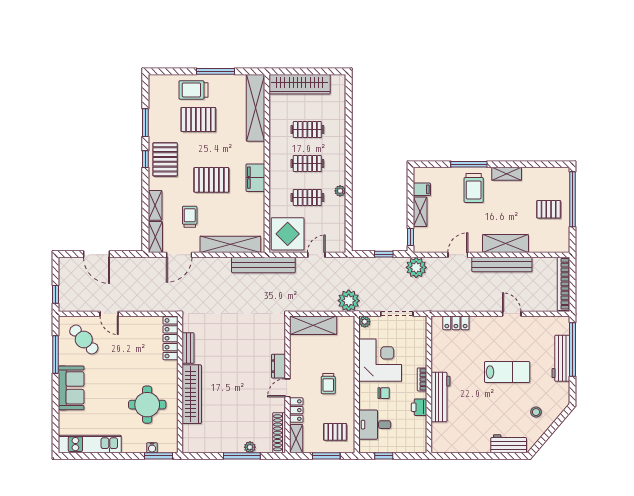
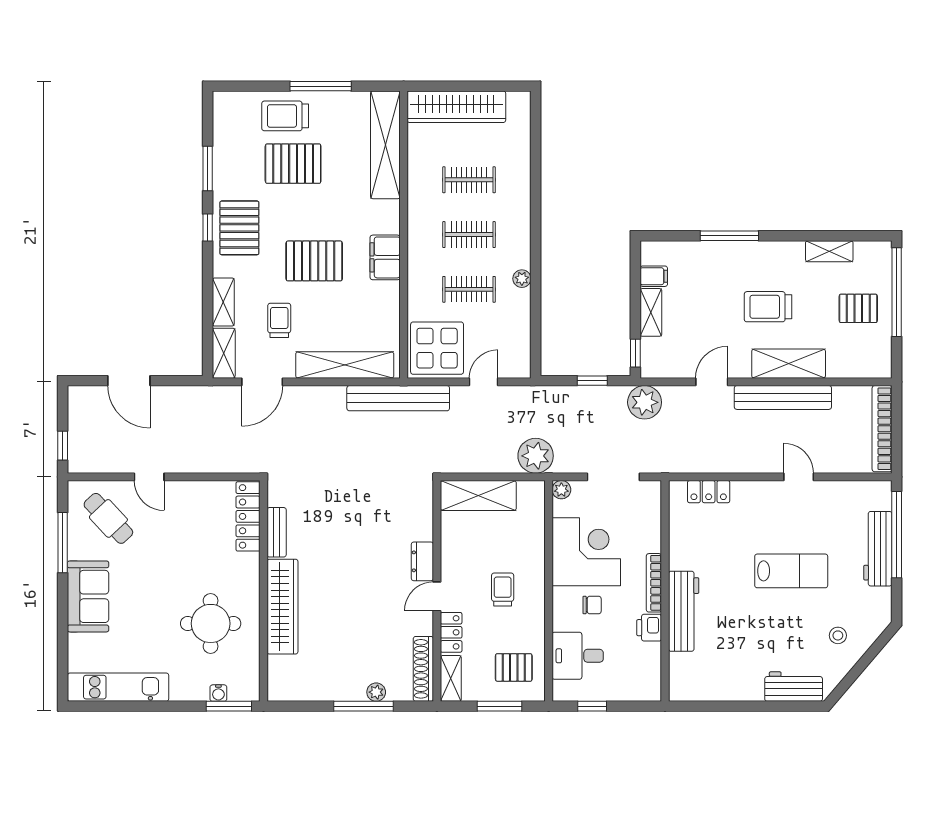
shelving: (507, 174) -> (829, 251), moved
trolley: (474, 188) -> (768, 307), moved, turned 90
bookcase: (422, 379) -> (654, 583), width x1.56
trolley: (328, 384) -> (503, 590), turned 180

